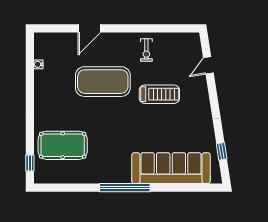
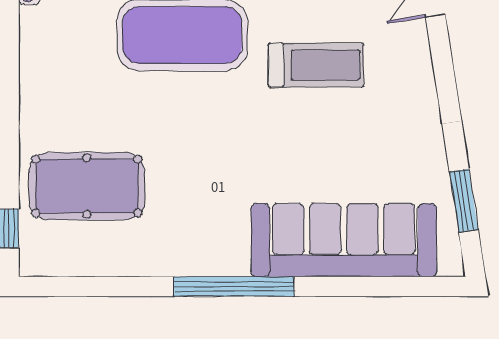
window: (222, 151) -> (464, 201), width x1.50

